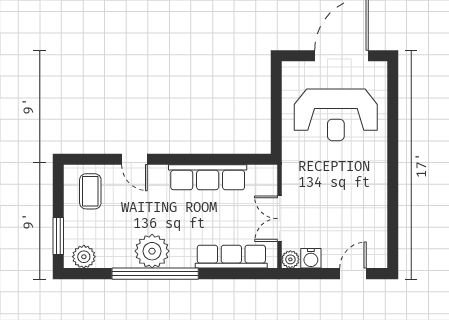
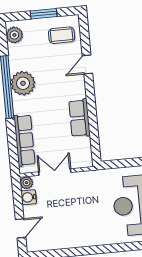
row of seats: (208, 177) -> (80, 118), width x0.68
window: (58, 236) -> (44, 14), moved
door: (353, 274) -> (21, 228), hinge flipped

